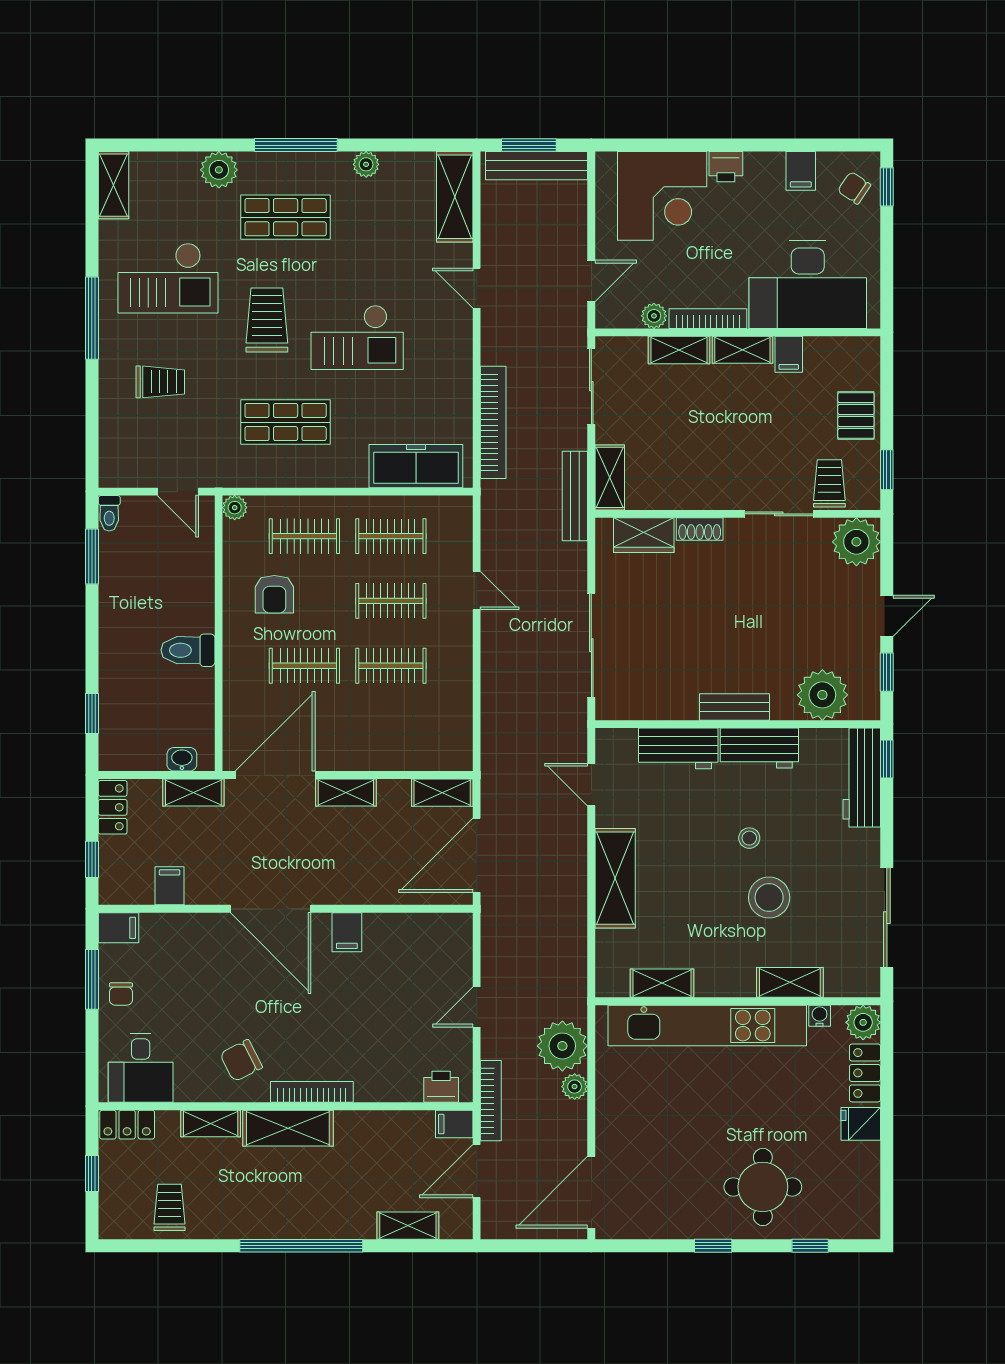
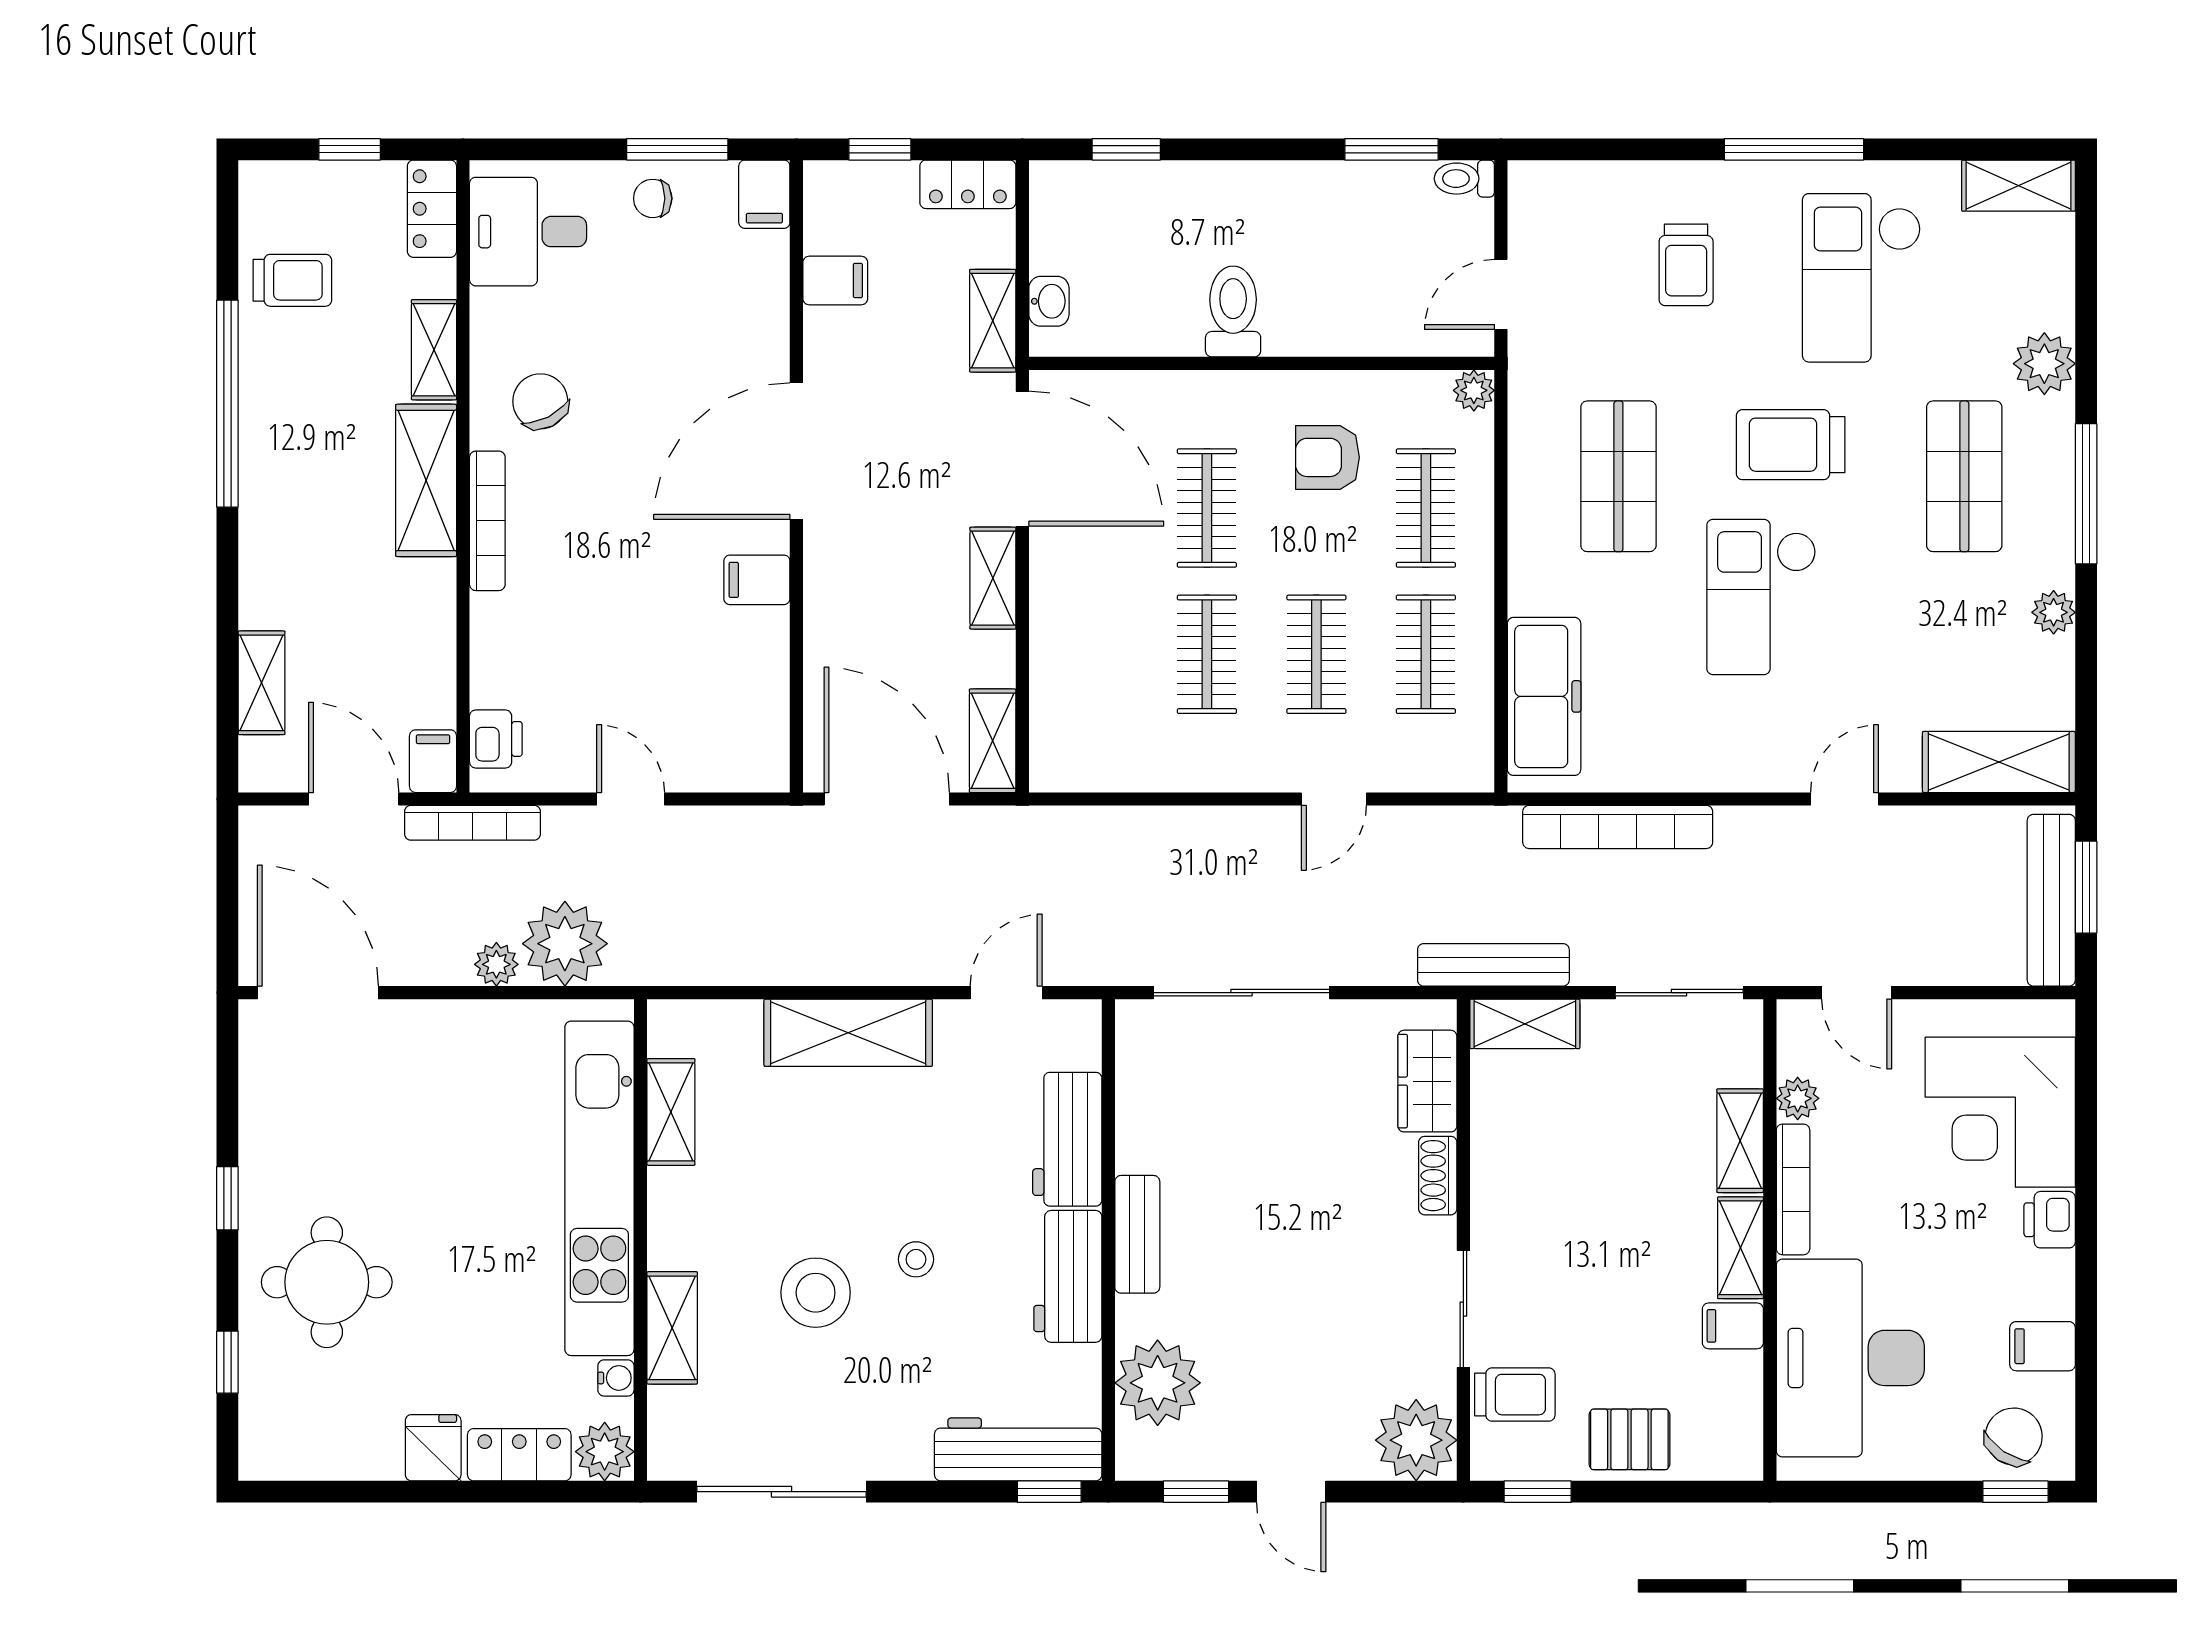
chair: (854, 188) -> (2014, 1436), width x1.37, depth x1.37
trolley: (267, 320) -> (1791, 445), turned 180
window: (301, 1246) -> (227, 404), moved

